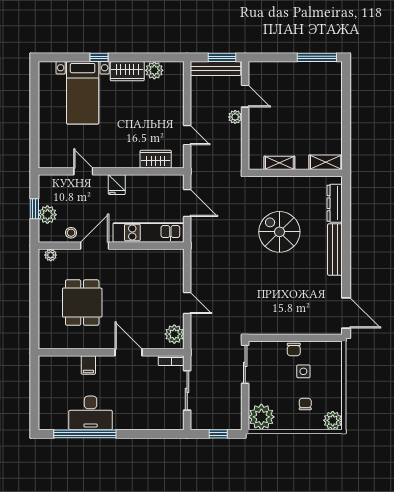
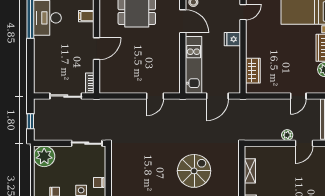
door: (187, 135) -> (298, 96), moved
door: (187, 303) -> (155, 96), moved
plant: (174, 334) -> (111, 86), removed

